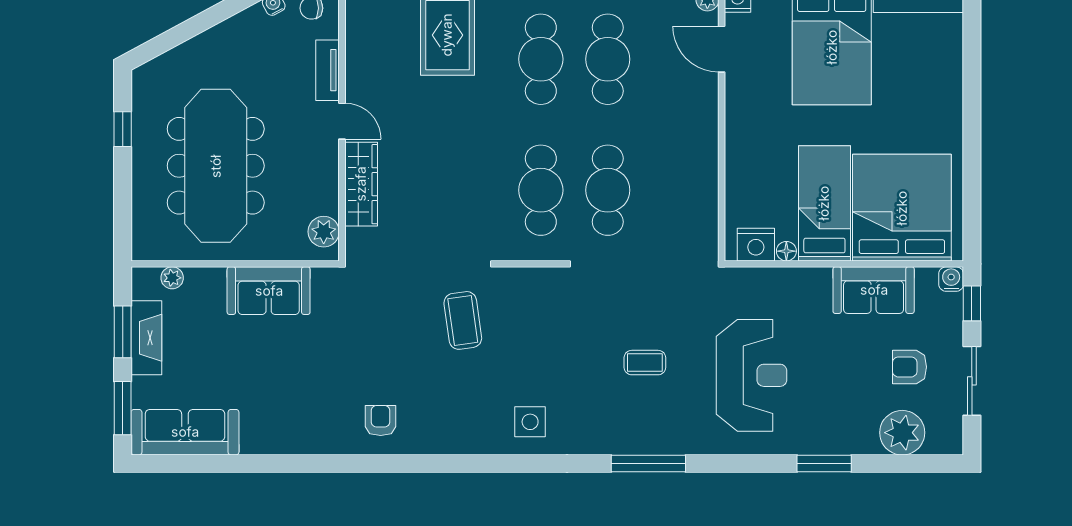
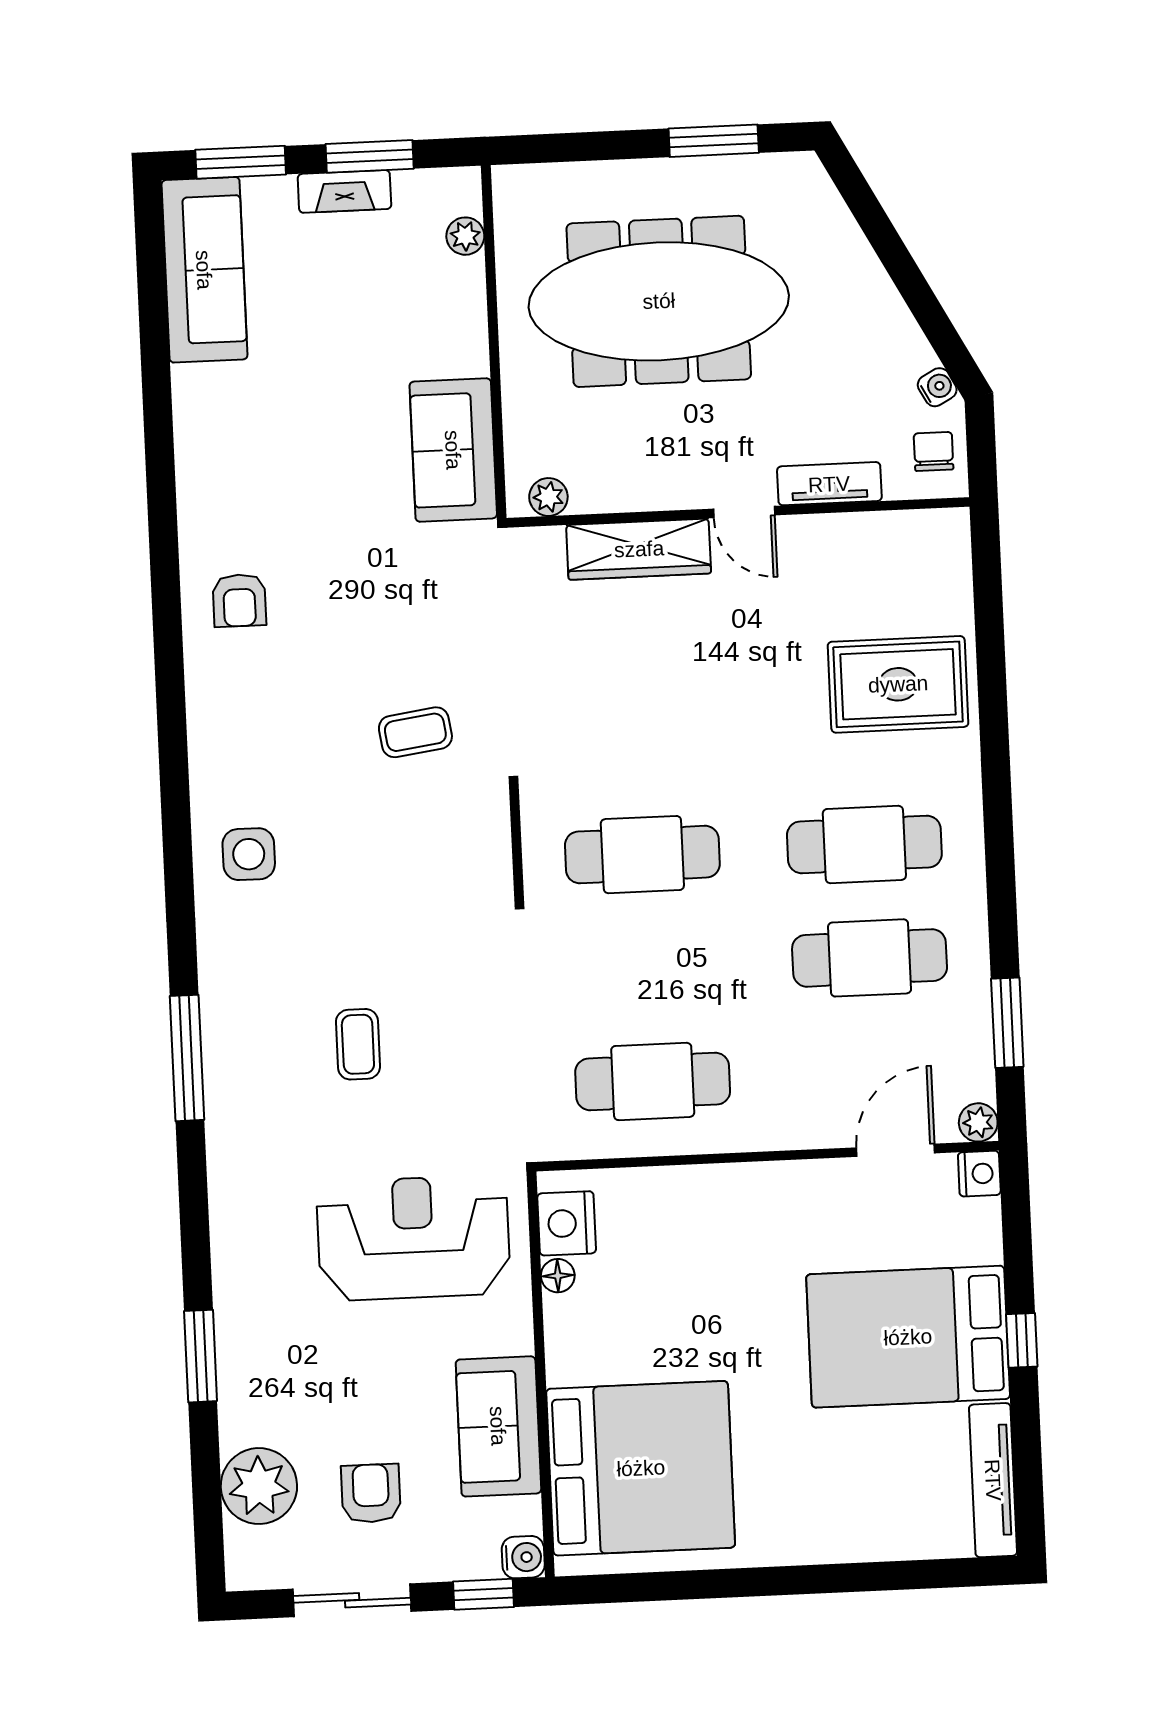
door: (342, 121) -> (744, 512), hinge flipped
window: (123, 129) -> (714, 141), width x1.50
cafe table: (608, 190) -> (653, 1081), moved
bed: (824, 203) -> (642, 1337), removed
plant: (324, 232) -> (548, 497), width x0.73, depth x0.73
sofa: (269, 291) -> (453, 450), moved
coffee table: (463, 320) -> (415, 732), width x0.73, depth x0.77
fireplace: (146, 338) -> (344, 191), width x0.73, depth x0.76
reception desk: (751, 375) -> (413, 1238), moved, turned 180
armchair: (381, 421) -> (239, 600), turned 90

